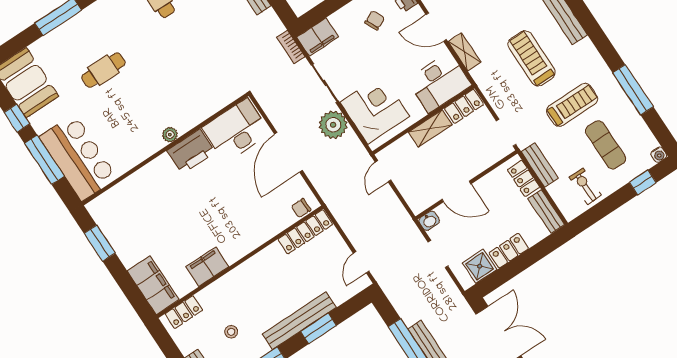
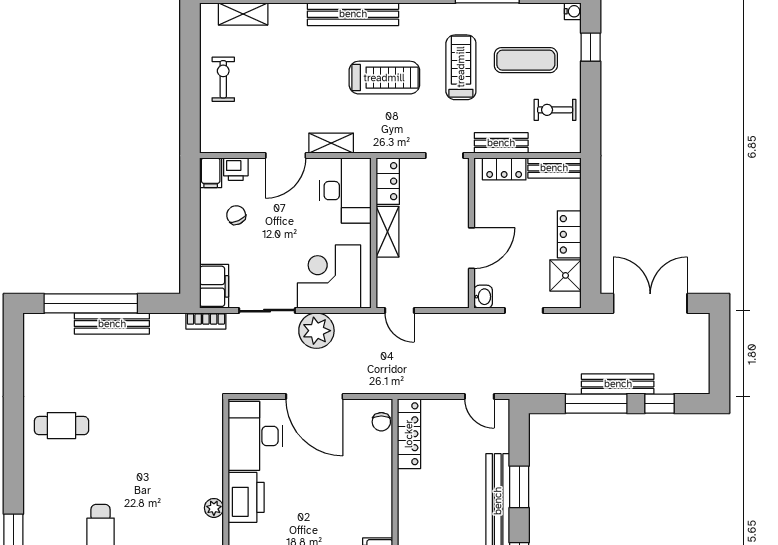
treadmill: (532, 58) -> (384, 78), turned 180

